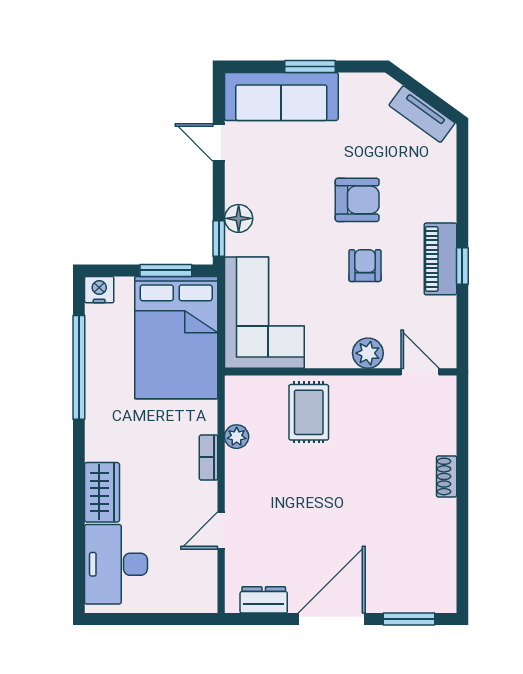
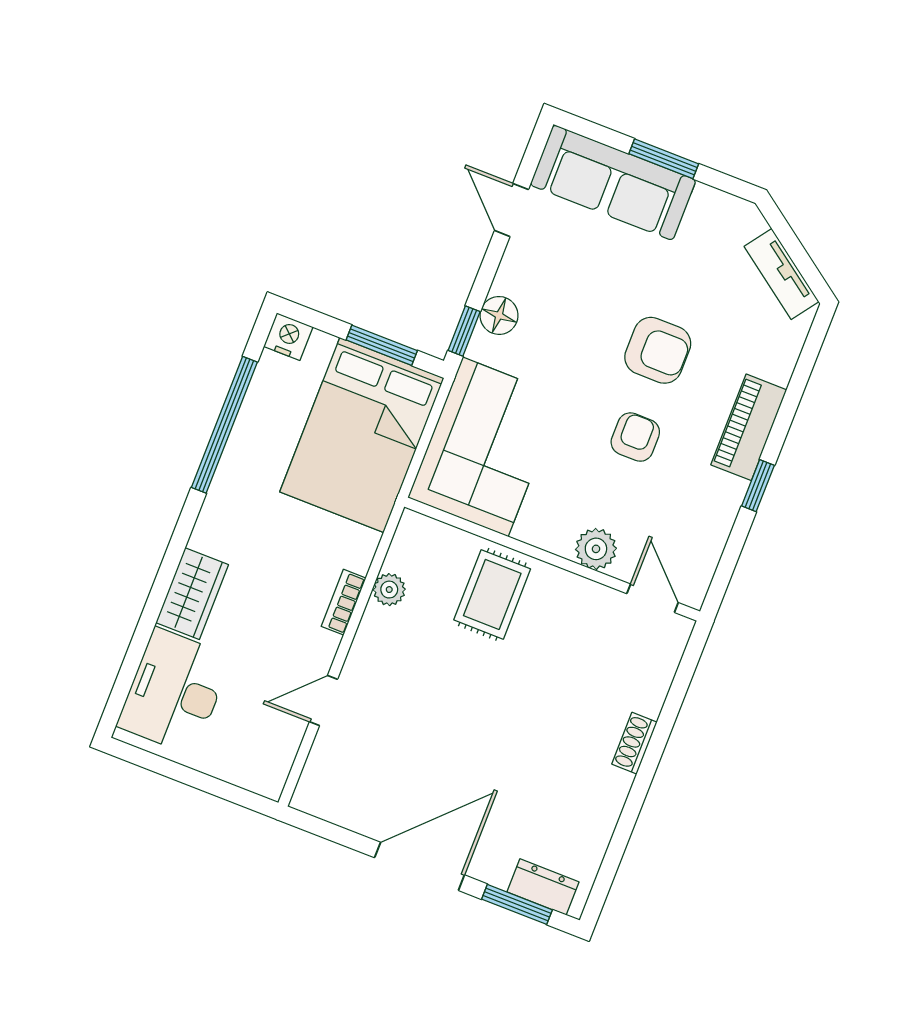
piano: (440, 259) -> (749, 427), moved
dresser: (264, 600) -> (543, 887), moved

